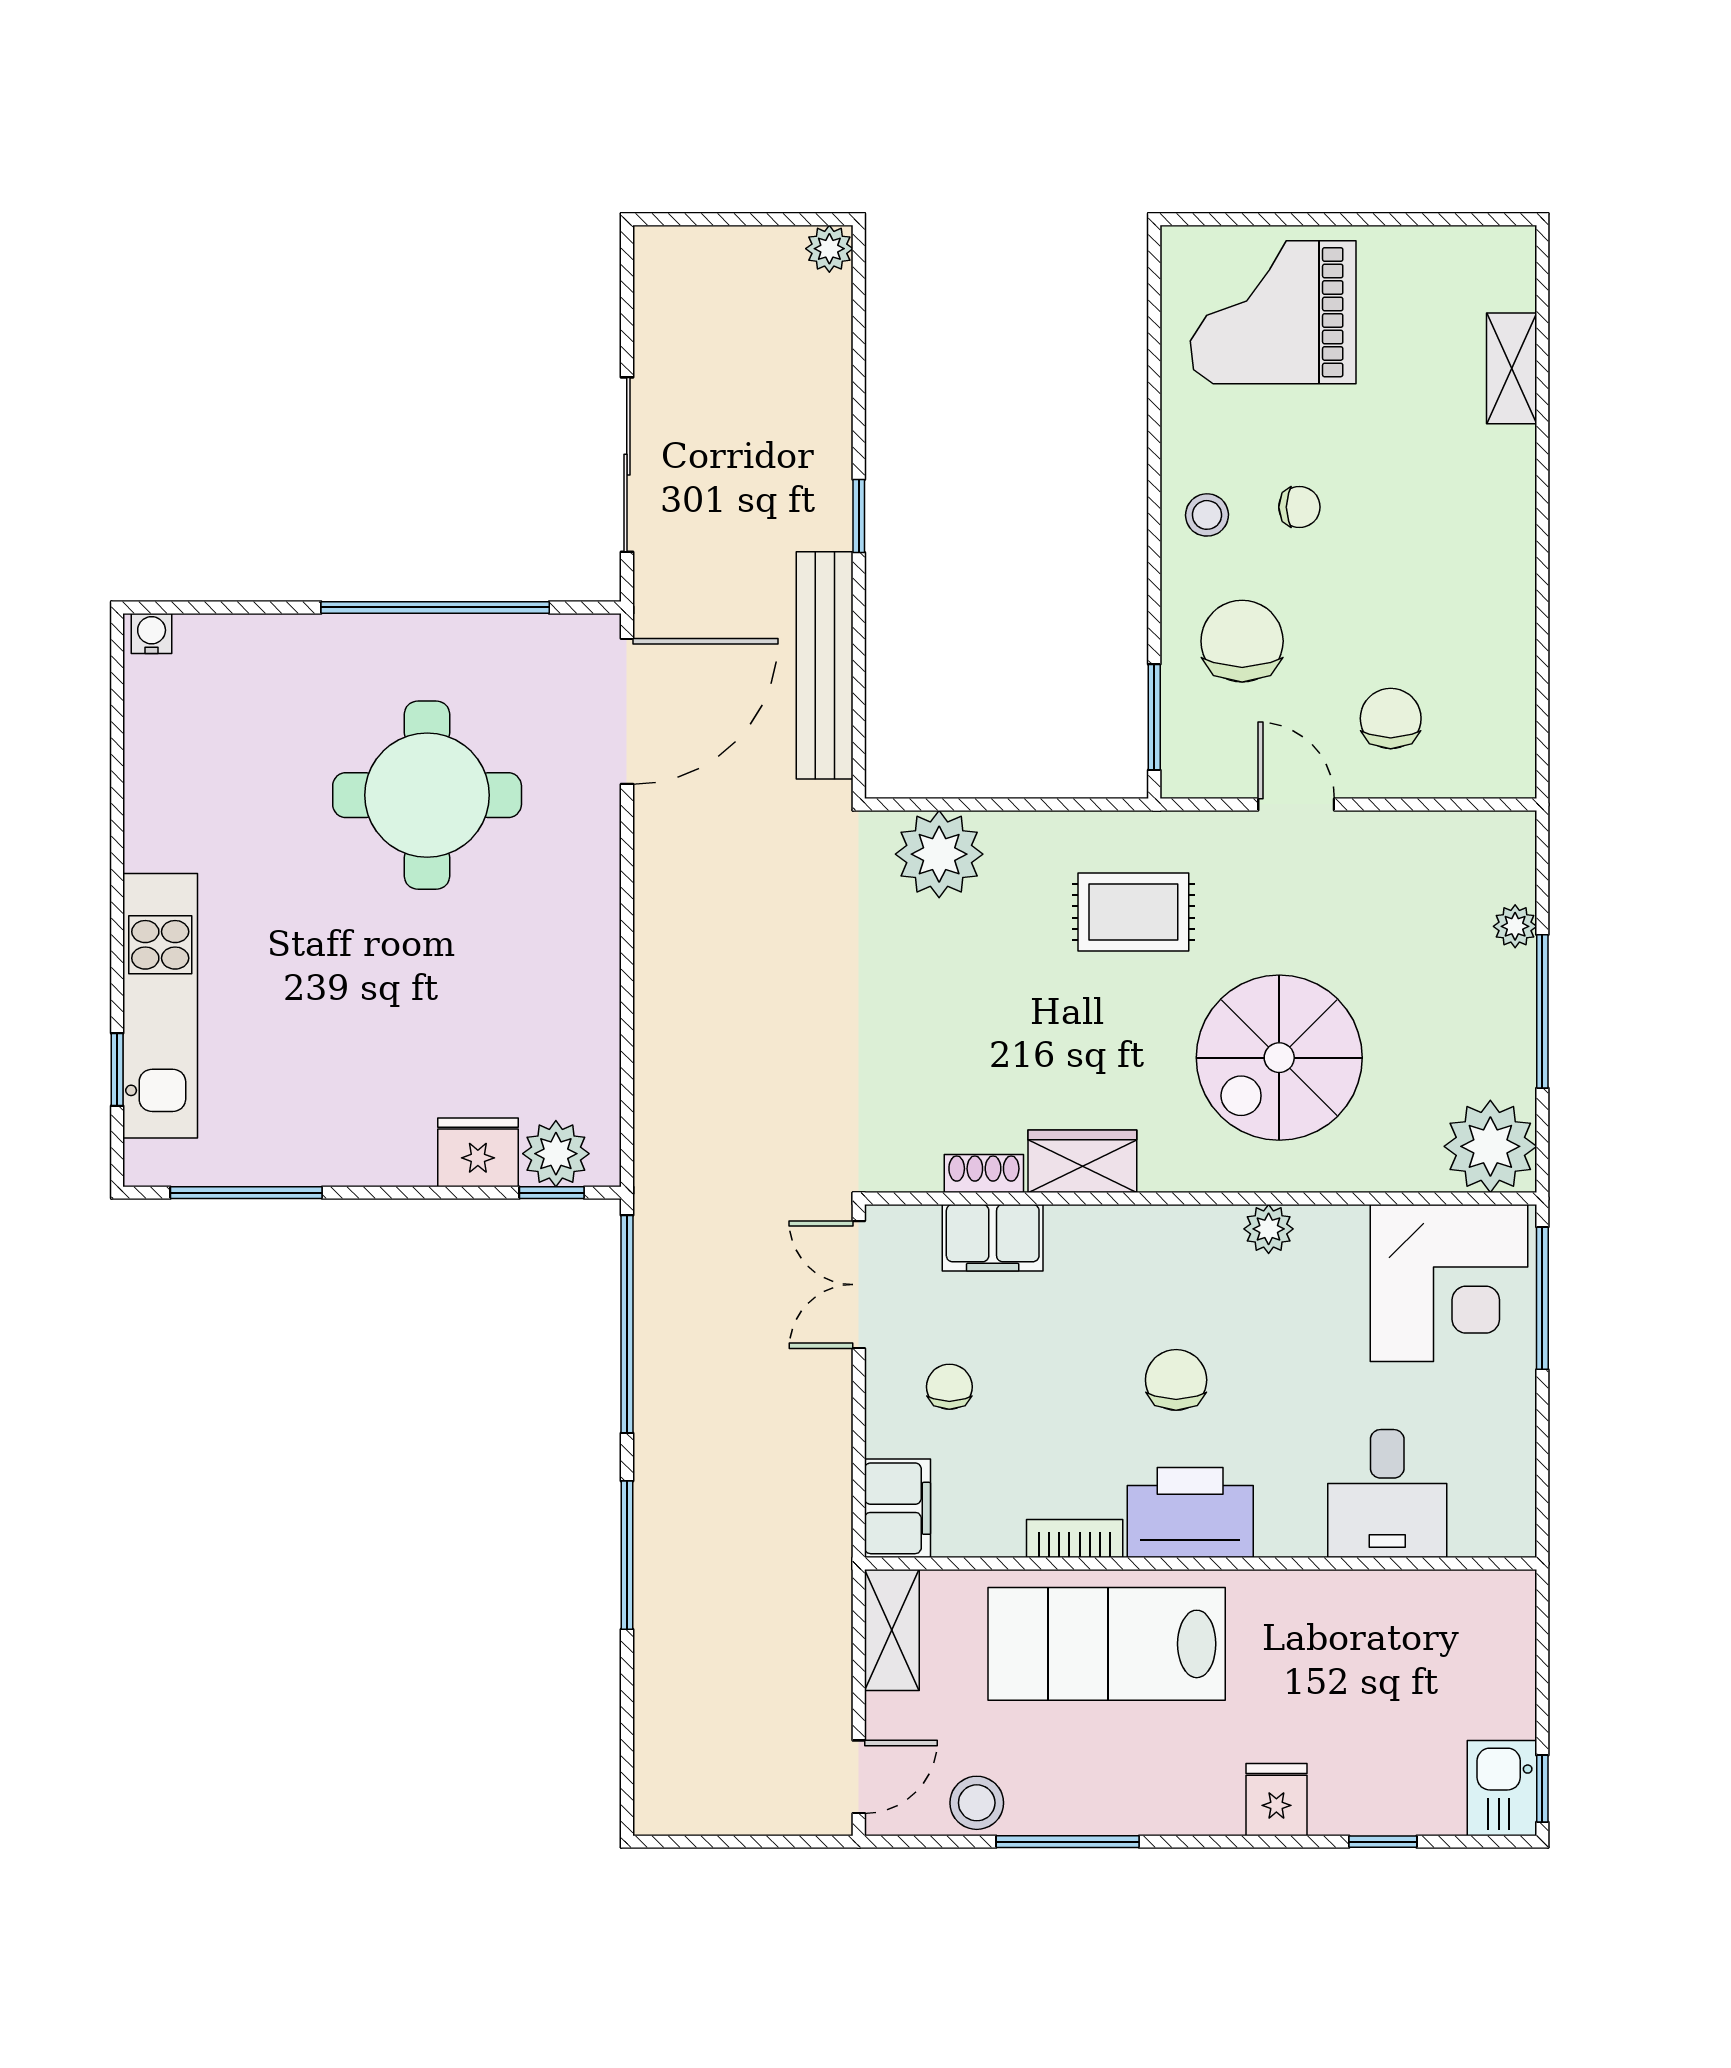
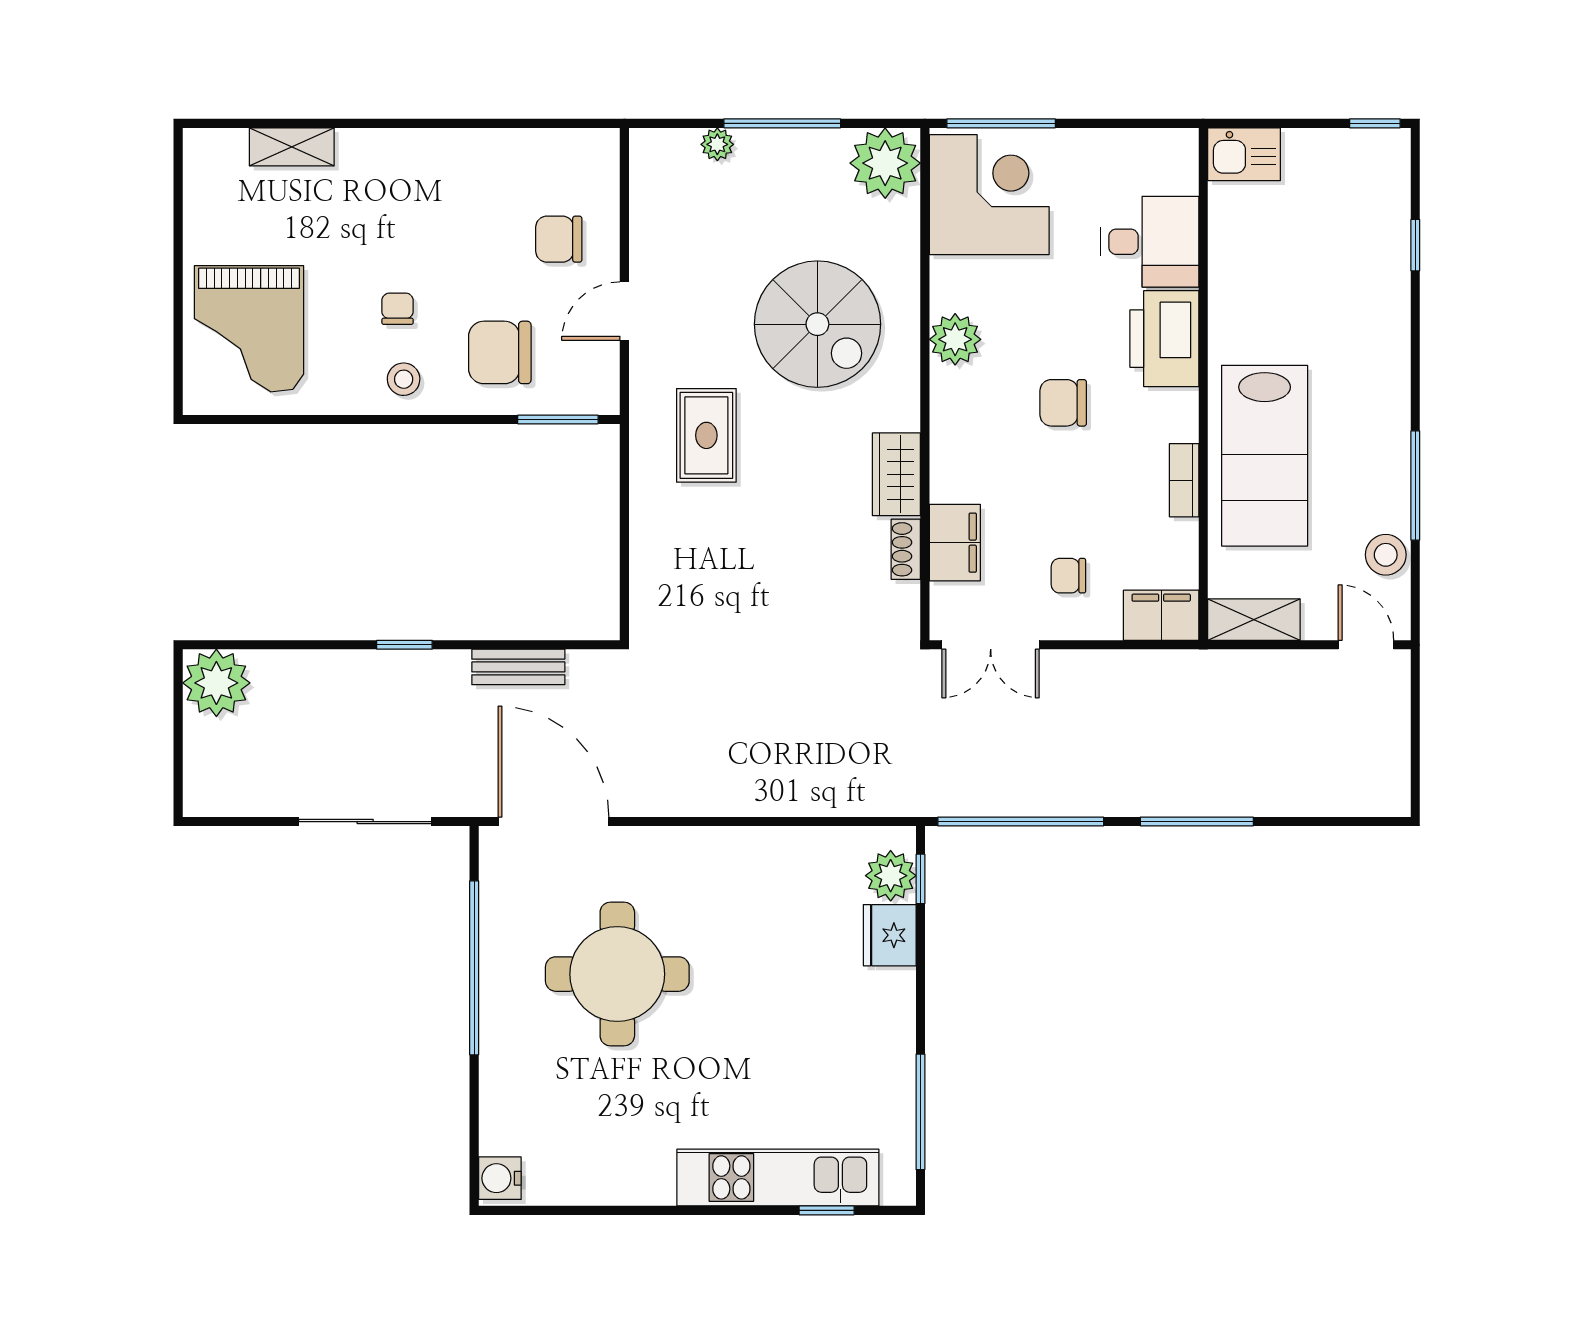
plant: (829, 249) -> (216, 683), width x1.87, depth x1.87
water cooler: (152, 633) -> (500, 1178), width x1.38, depth x1.38
bench: (825, 665) -> (518, 667), width x0.54, depth x0.82
plant: (939, 854) -> (662, 583), removed
plant: (1269, 1229) -> (955, 339), width x1.38, depth x1.38
printer: (1190, 1513) -> (1164, 339), moved
kitchen sink: (1502, 1788) -> (1244, 154), moved
fridge: (1276, 1800) -> (1383, 326), removed

